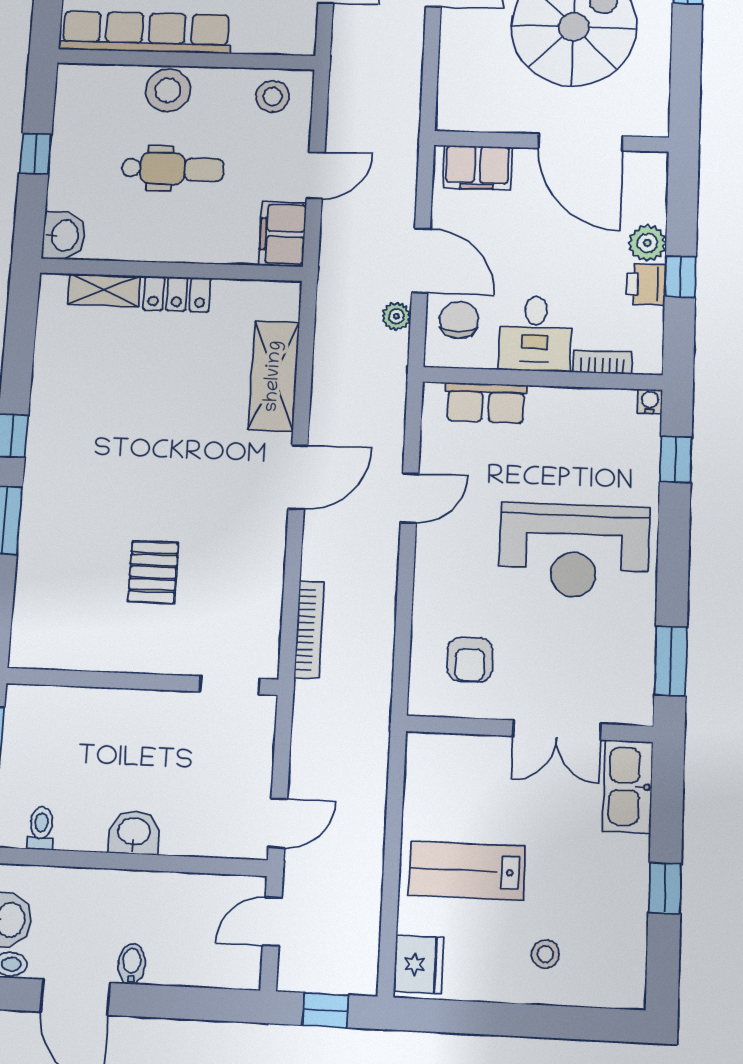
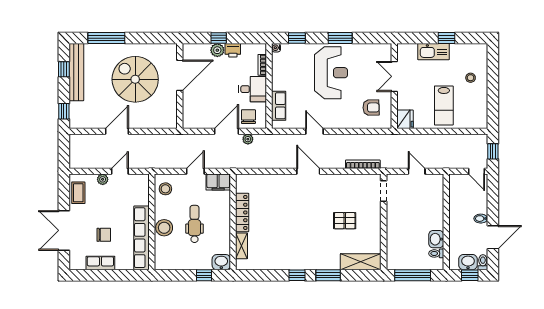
window: (35, 154) -> (204, 275), moved
filing cabinet: (477, 168) -> (191, 112), removed
door: (316, 175) -> (195, 171), hinge flipped
window: (680, 277) -> (219, 38), moved
locker: (177, 294) -> (242, 212), width x1.53
chair: (459, 320) -> (248, 117), turned 90
shelving: (274, 376) -> (361, 262), moved
window: (671, 661) -> (340, 38), moved
double door: (557, 730) -> (394, 76), swing flipped
kitchen sink: (628, 786) -> (434, 52), moved
door: (278, 823) -> (417, 171), moved
washbasin: (134, 832) -> (436, 239), moved
door: (272, 922) -> (477, 171), moved
fridge: (419, 964) -> (405, 119), moved, turned 90

